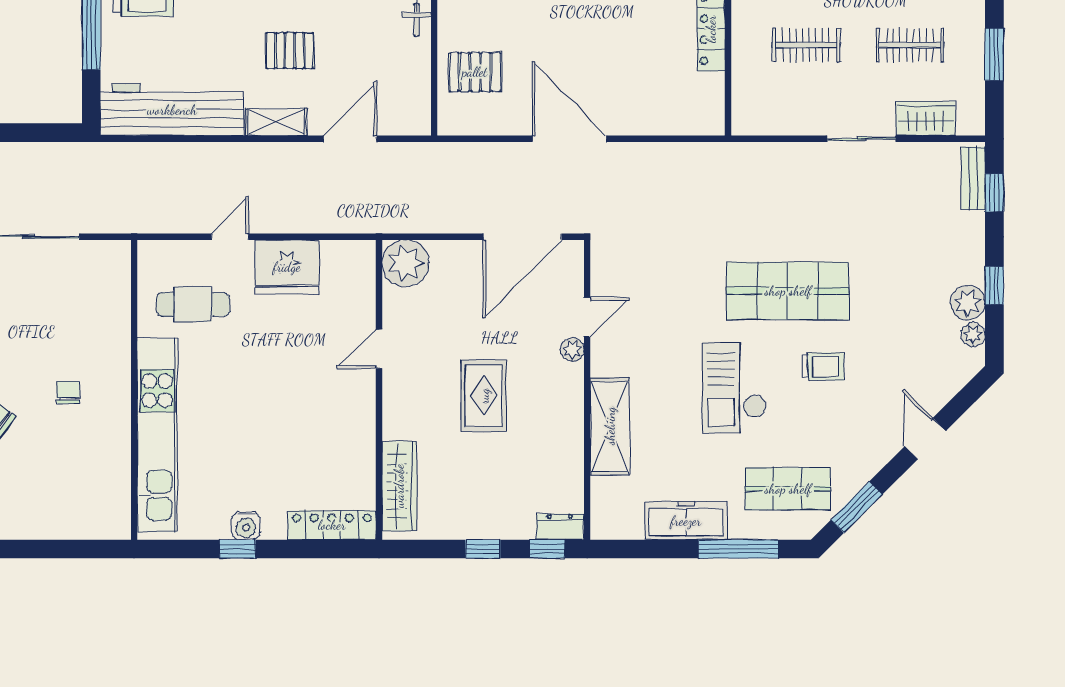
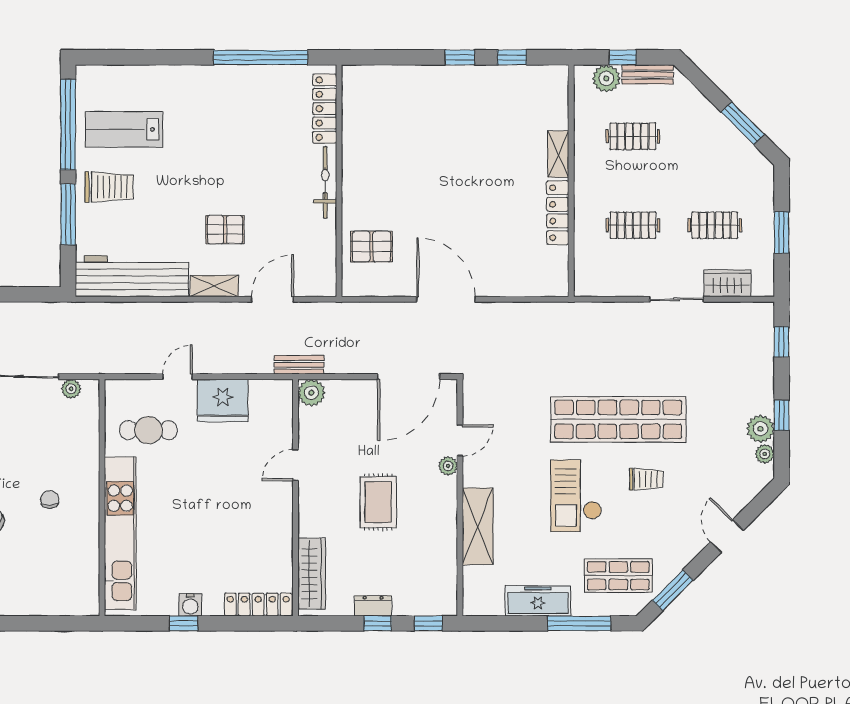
bench: (973, 178) -> (299, 365), moved, turned 90
plant: (95, 252) -> (71, 389), added
plant: (406, 263) -> (311, 393), width x0.73, depth x0.73
shop shelf: (788, 291) -> (618, 419), width x1.40
dresser: (560, 527) -> (373, 606), moved

